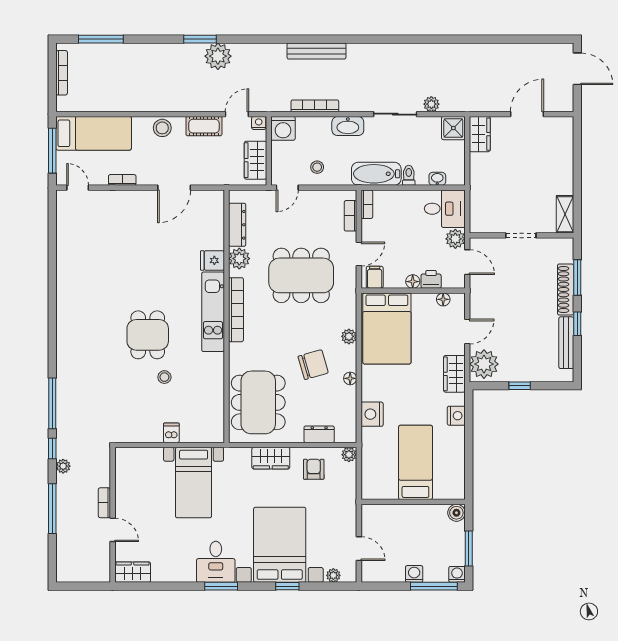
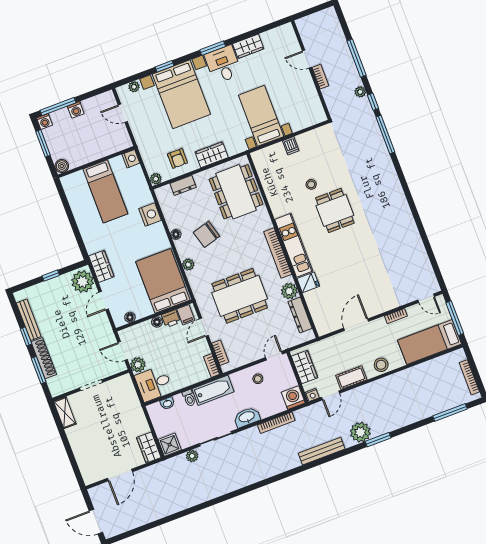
bench: (316, 51) -> (322, 451), moved
printer: (431, 279) -> (171, 319), moved
nightstand: (456, 416) -> (131, 159), moved, turned 180
wardrobe: (133, 572) -> (248, 46), moved

